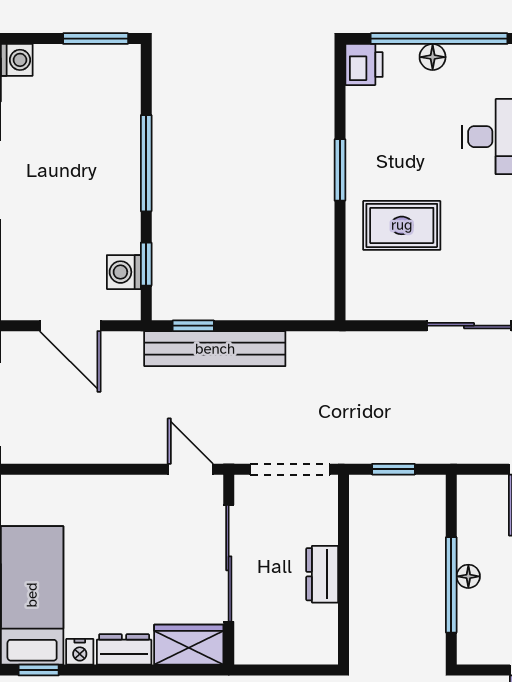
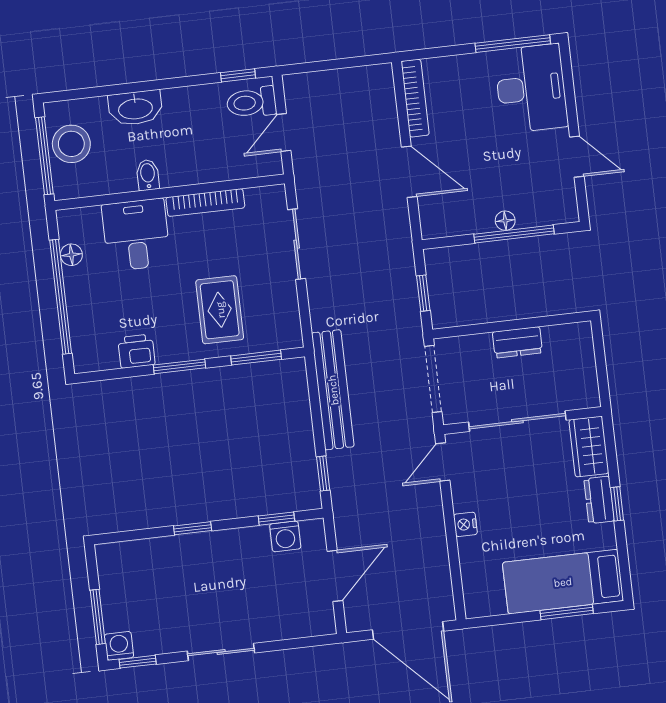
window: (96, 39) -> (98, 617), moved
floor lamp: (433, 57) -> (71, 255), moved
printer: (364, 65) -> (136, 351), moved
window: (146, 163) -> (193, 528), width x0.46
window: (340, 262) -> (256, 358), added
bench: (215, 349) -> (333, 390), moved
nightstand: (80, 652) -> (465, 524), moved, turned 180
window: (39, 670) -> (617, 504), moved

